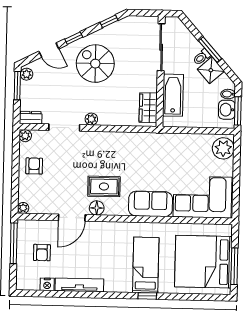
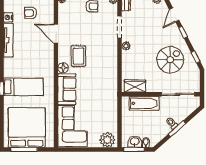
spiral stairs: (95, 64) -> (170, 60), moved
shower: (211, 70) -> (162, 130), removed
floor lamp: (97, 208) -> (63, 68), moved

